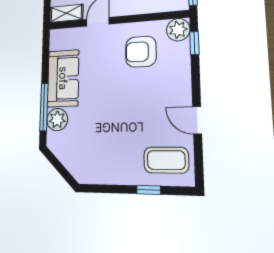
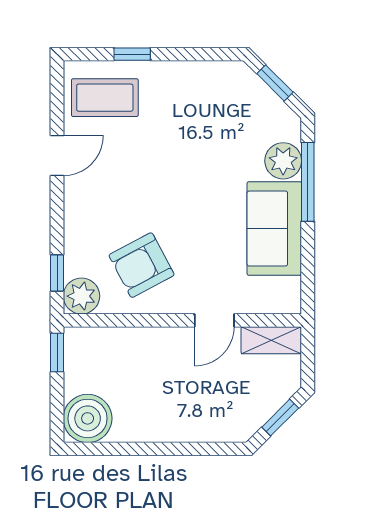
armchair: (141, 52) -> (142, 265), turned 152
door: (197, 120) -> (57, 155), hinge flipped
window: (61, 169) -> (275, 83), added

